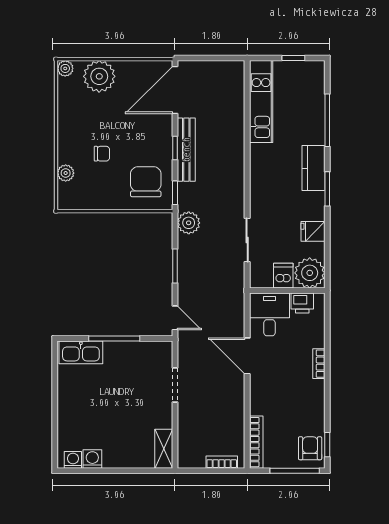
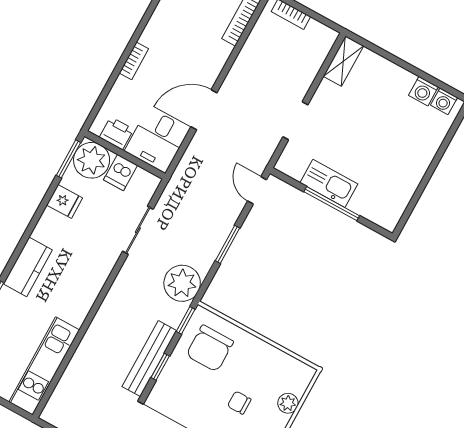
window: (327, 189) -> (69, 159), moved
plant: (189, 223) -> (182, 283), width x1.36, depth x1.36
kitchen sink: (81, 352) -> (329, 183), moved
door: (247, 356) -> (204, 110), swing flipped

